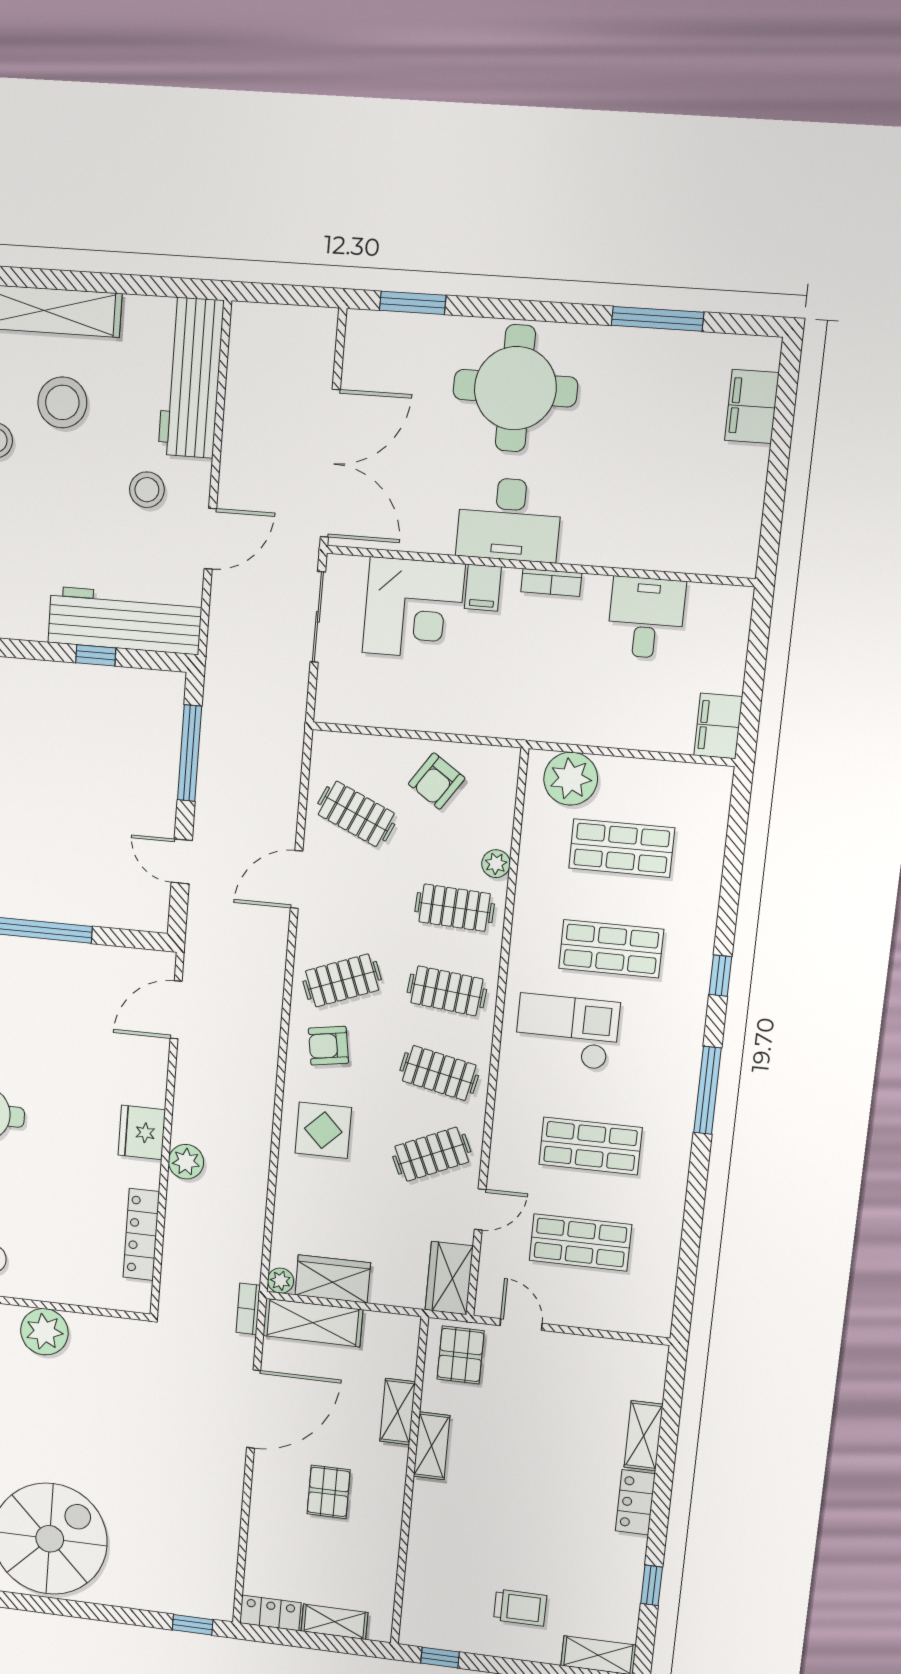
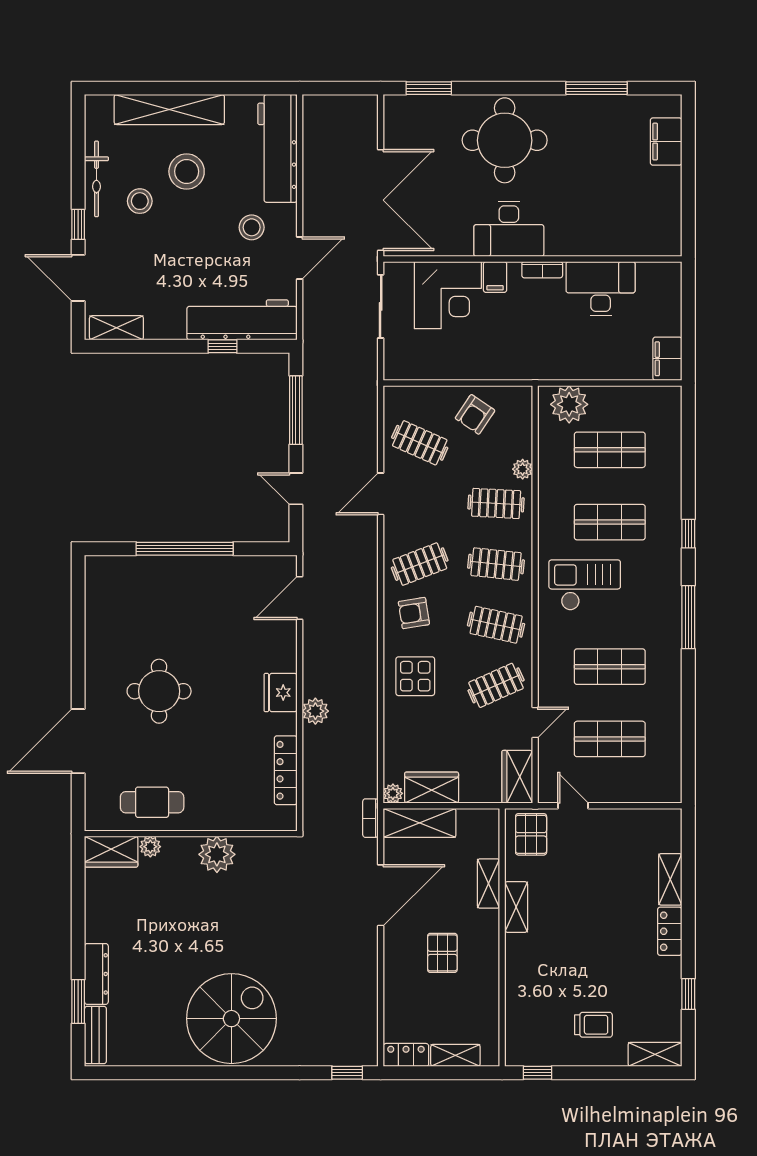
desk: (646, 618) -> (601, 289), width x1.37

